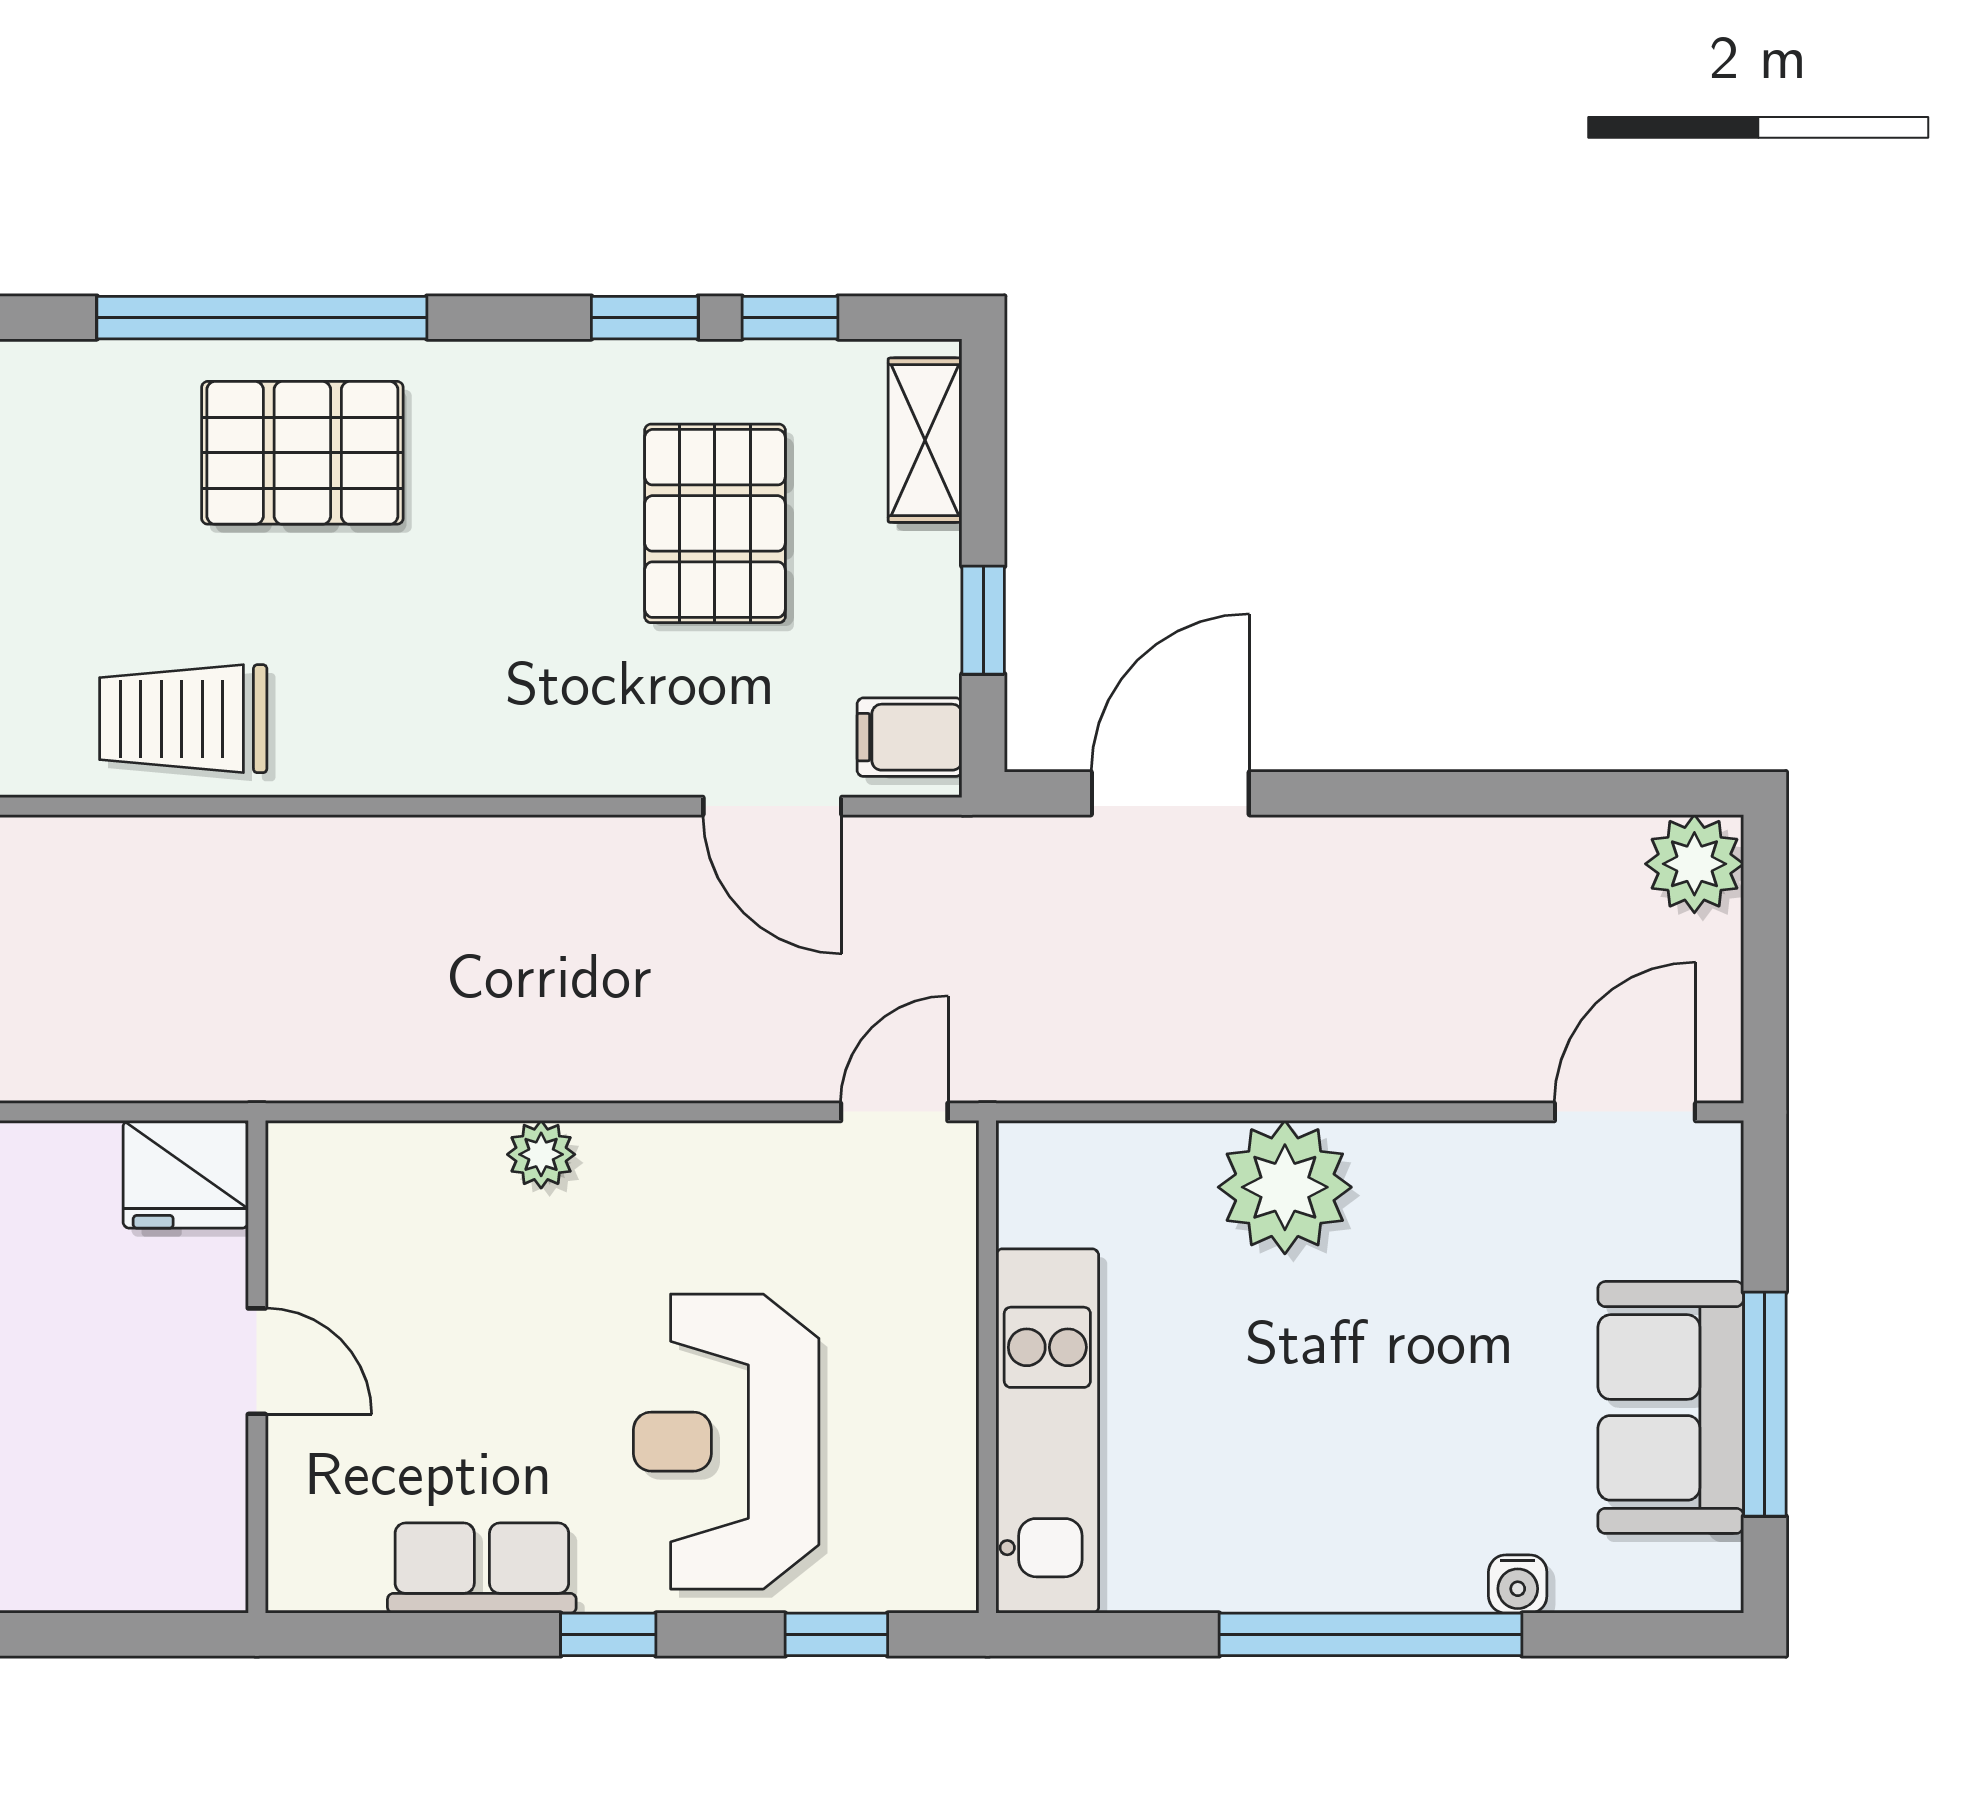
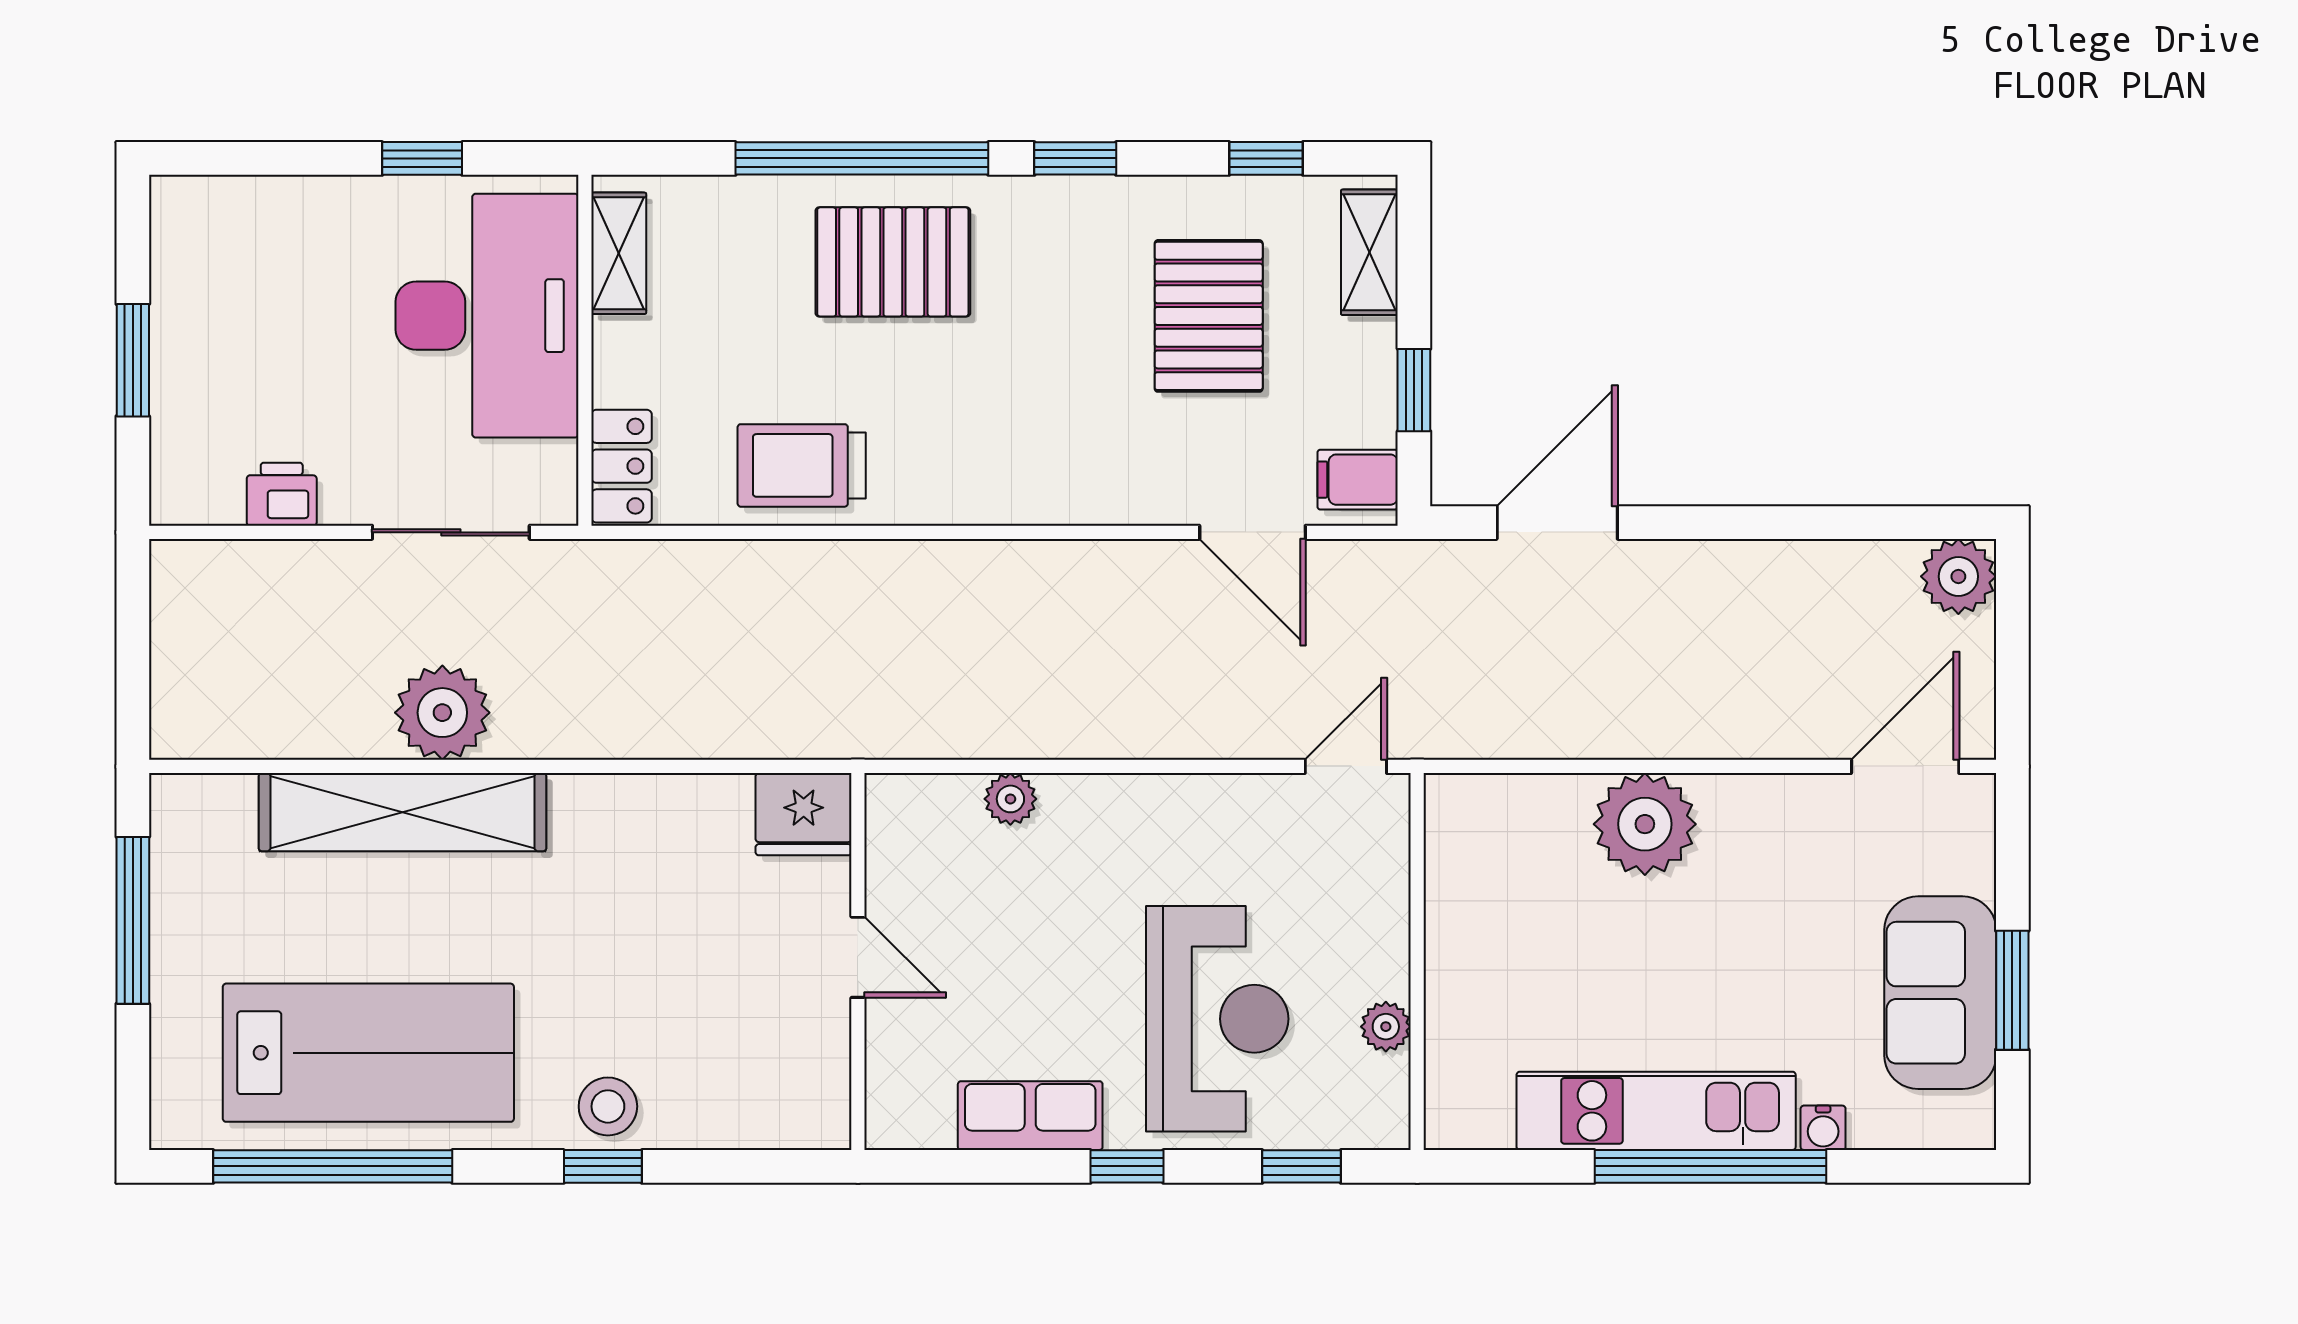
window: (645, 318) -> (1075, 158), moved
plant: (541, 1154) -> (1010, 799), moved
window: (1765, 1404) -> (2012, 990), width x0.69
kitchen unit: (1047, 1431) -> (1656, 1111), moved, turned -90
reception desk: (726, 1442) -> (1217, 1019), turned 180
plant: (946, 1452) -> (1386, 1027), added

